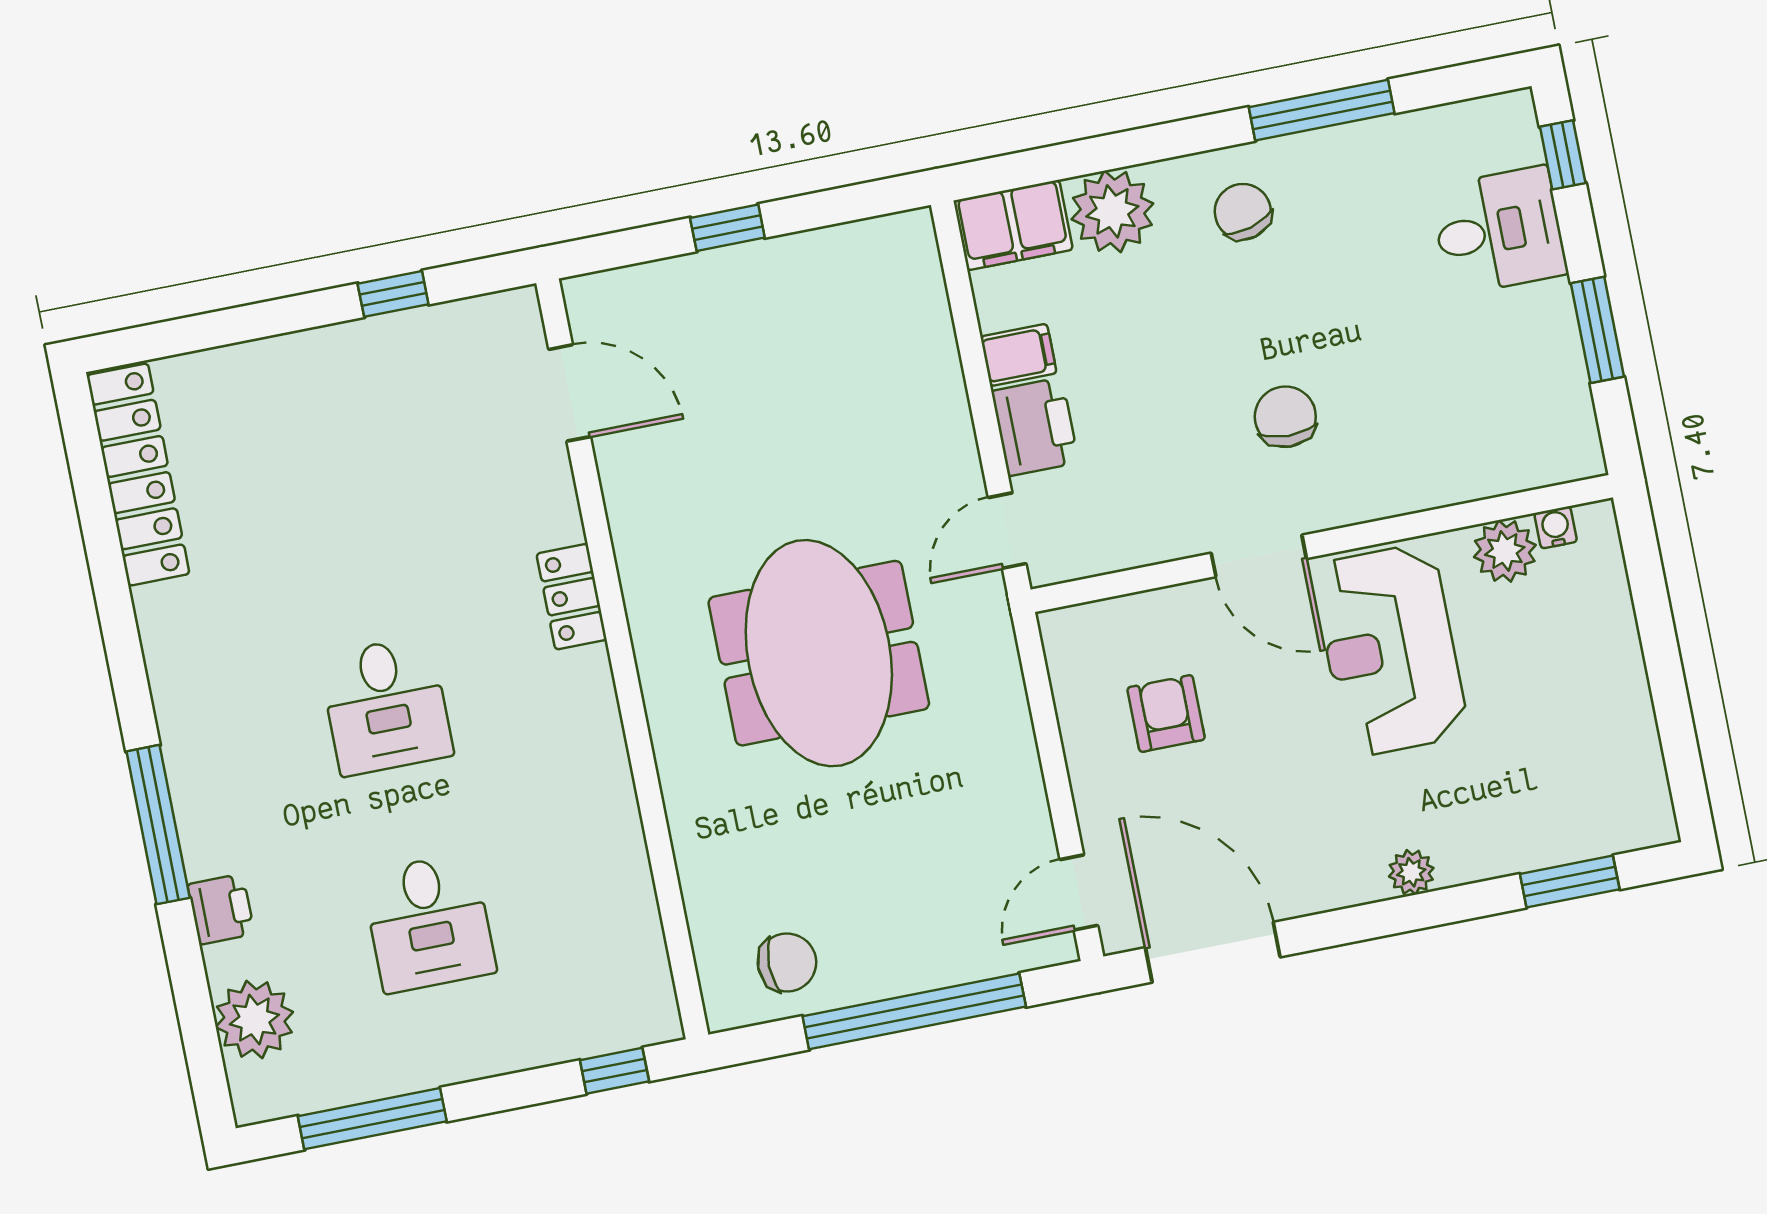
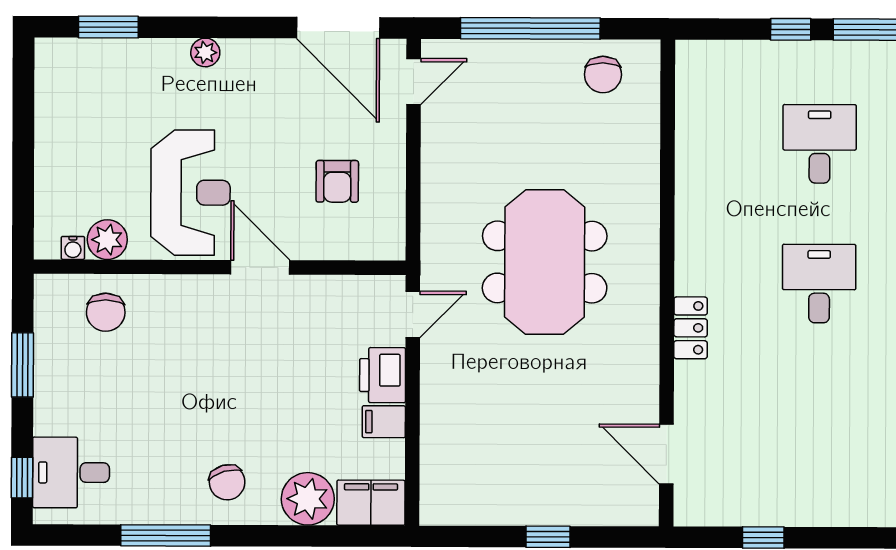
desk: (1499, 231) -> (71, 472), moved
chair: (1285, 417) -> (106, 312), moved
chair: (787, 962) -> (603, 75), turned -90
window: (614, 1071) -> (791, 29), moved

